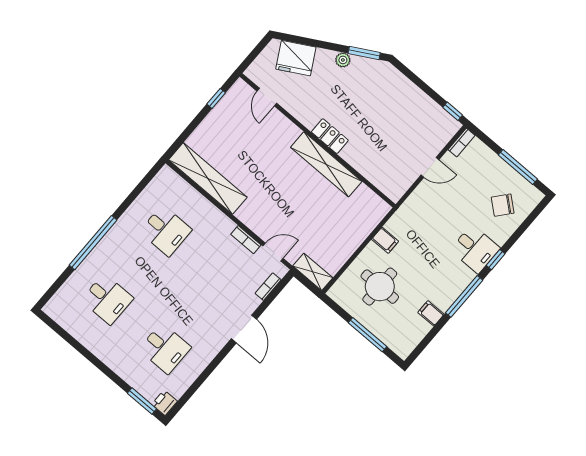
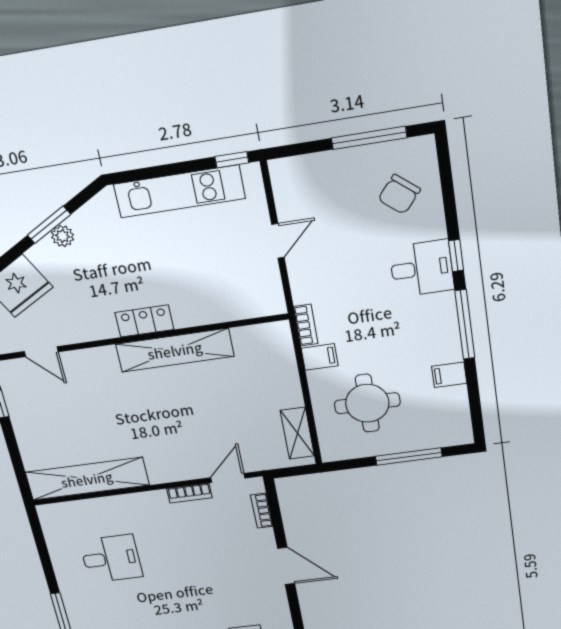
window: (364, 53) -> (49, 225), moved
kitchen unit: (415, 99) -> (179, 191), added
bookcase: (462, 143) -> (306, 325), moved
shelving: (313, 272) -> (297, 433), moved, turned 90

